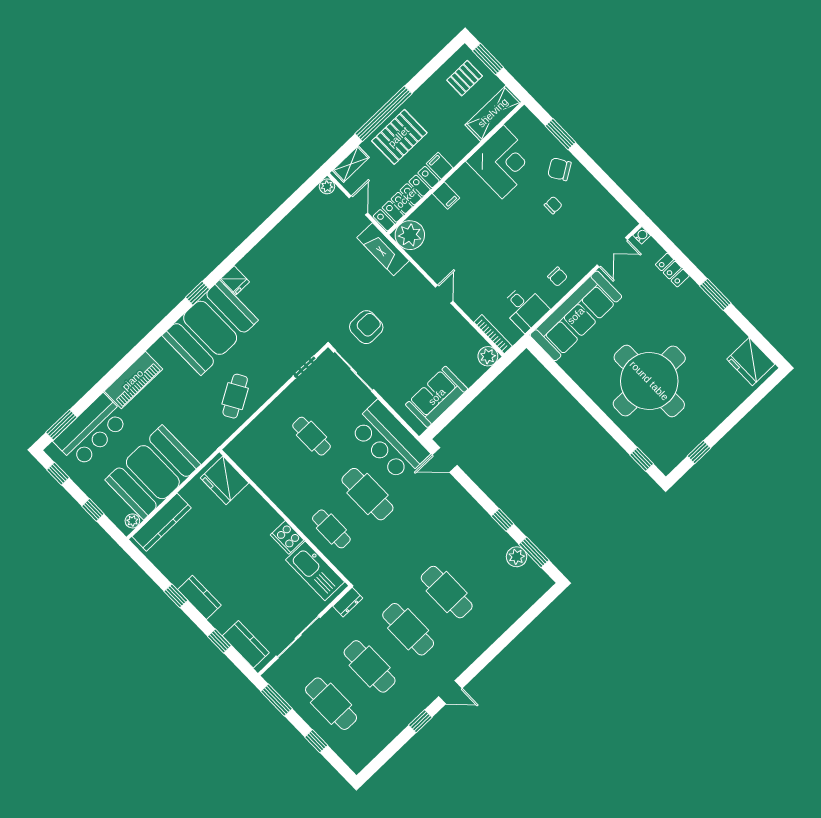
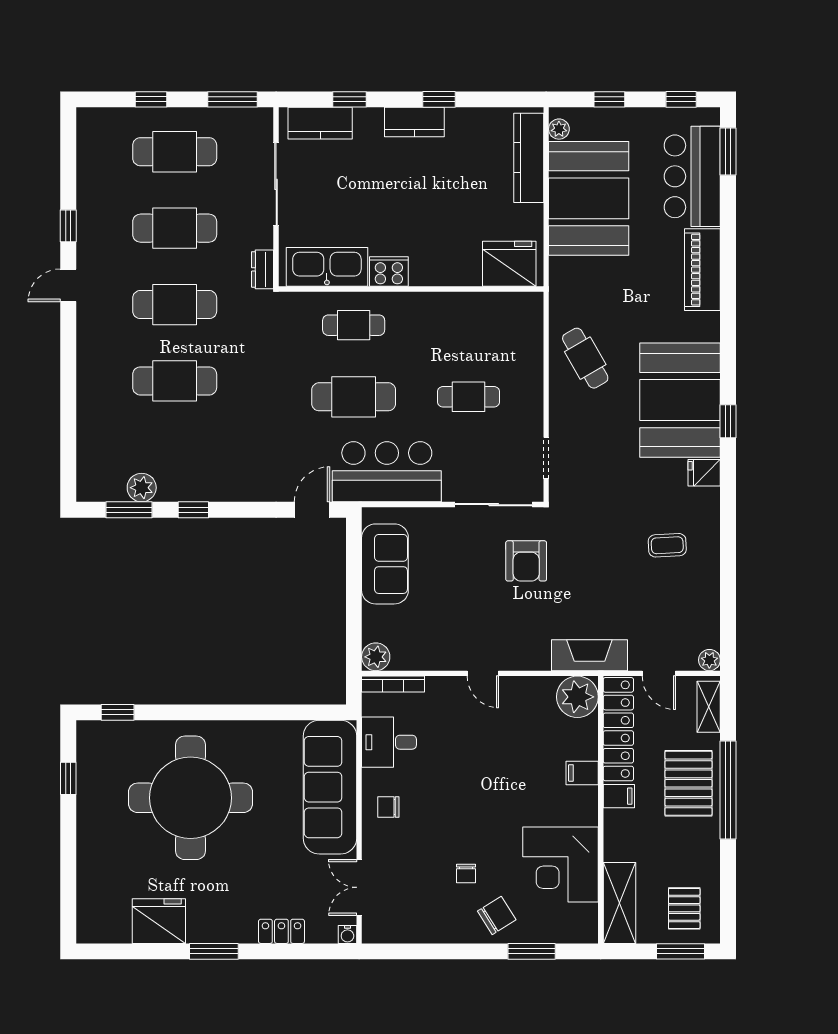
coffee table: (290, 264) -> (667, 545), added
fridge: (751, 362) -> (159, 921), moved

